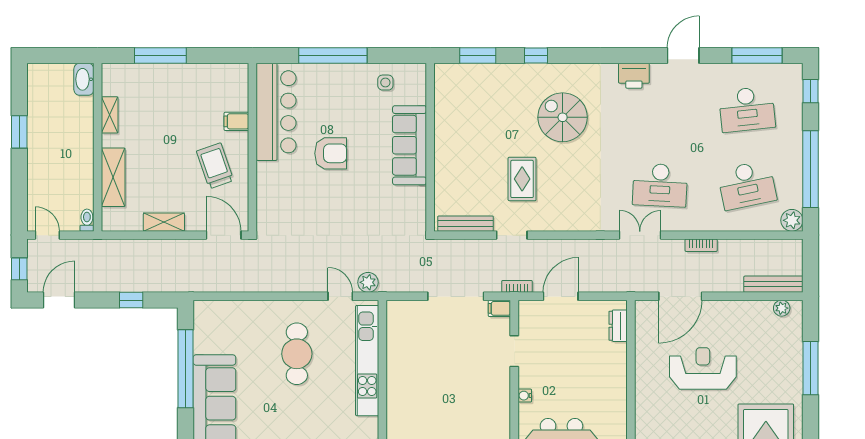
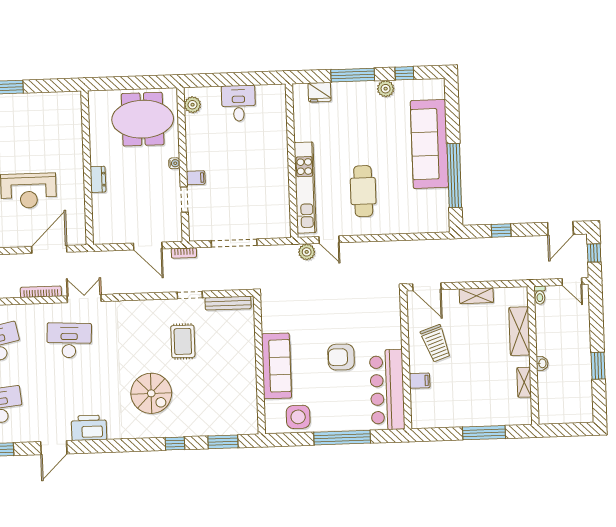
printer: (634, 76) -> (89, 428), width x1.37, depth x1.19
washbasin: (84, 79) -> (542, 363), moved, width x0.52, depth x0.69
side table: (385, 83) -> (298, 417), width x1.87, depth x1.87
double door: (640, 235) -> (84, 299), swing flipped
bookcase: (701, 245) -> (41, 292), width x1.56
door: (561, 296) -> (148, 246), hinge flipped
filing cabinet: (499, 308) -> (196, 178), moved
dresser: (618, 326) -> (98, 179), moved

